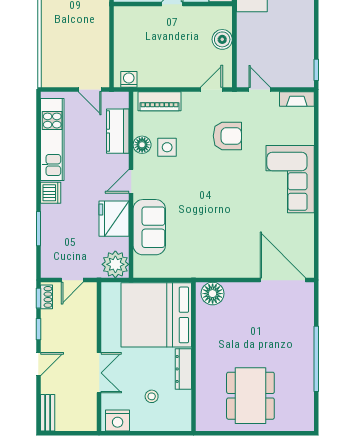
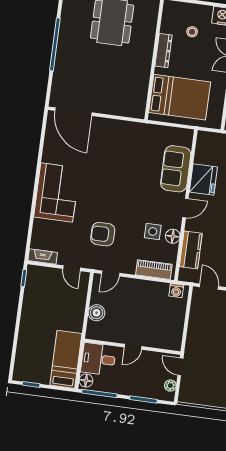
plant: (115, 264) -> (207, 142), removed
floor lamp: (213, 294) -> (132, 108), removed
bed: (156, 315) -> (180, 97), width x0.73

